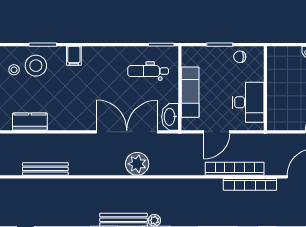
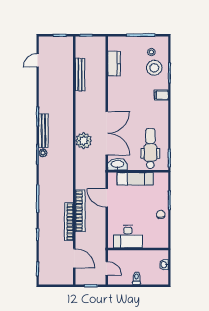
dental chair: (148, 71) -> (150, 148), width x1.36, depth x1.38
wall: (265, 88) -> (138, 249), moved
desk: (248, 102) -> (128, 237), moved

